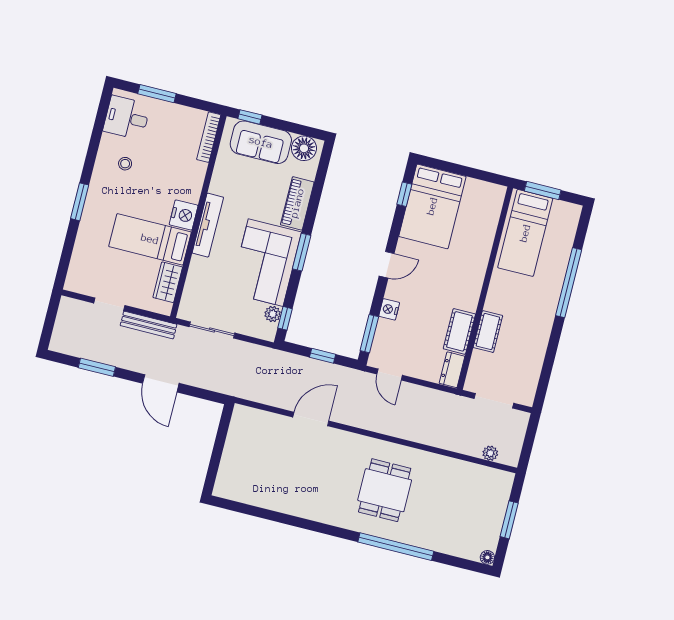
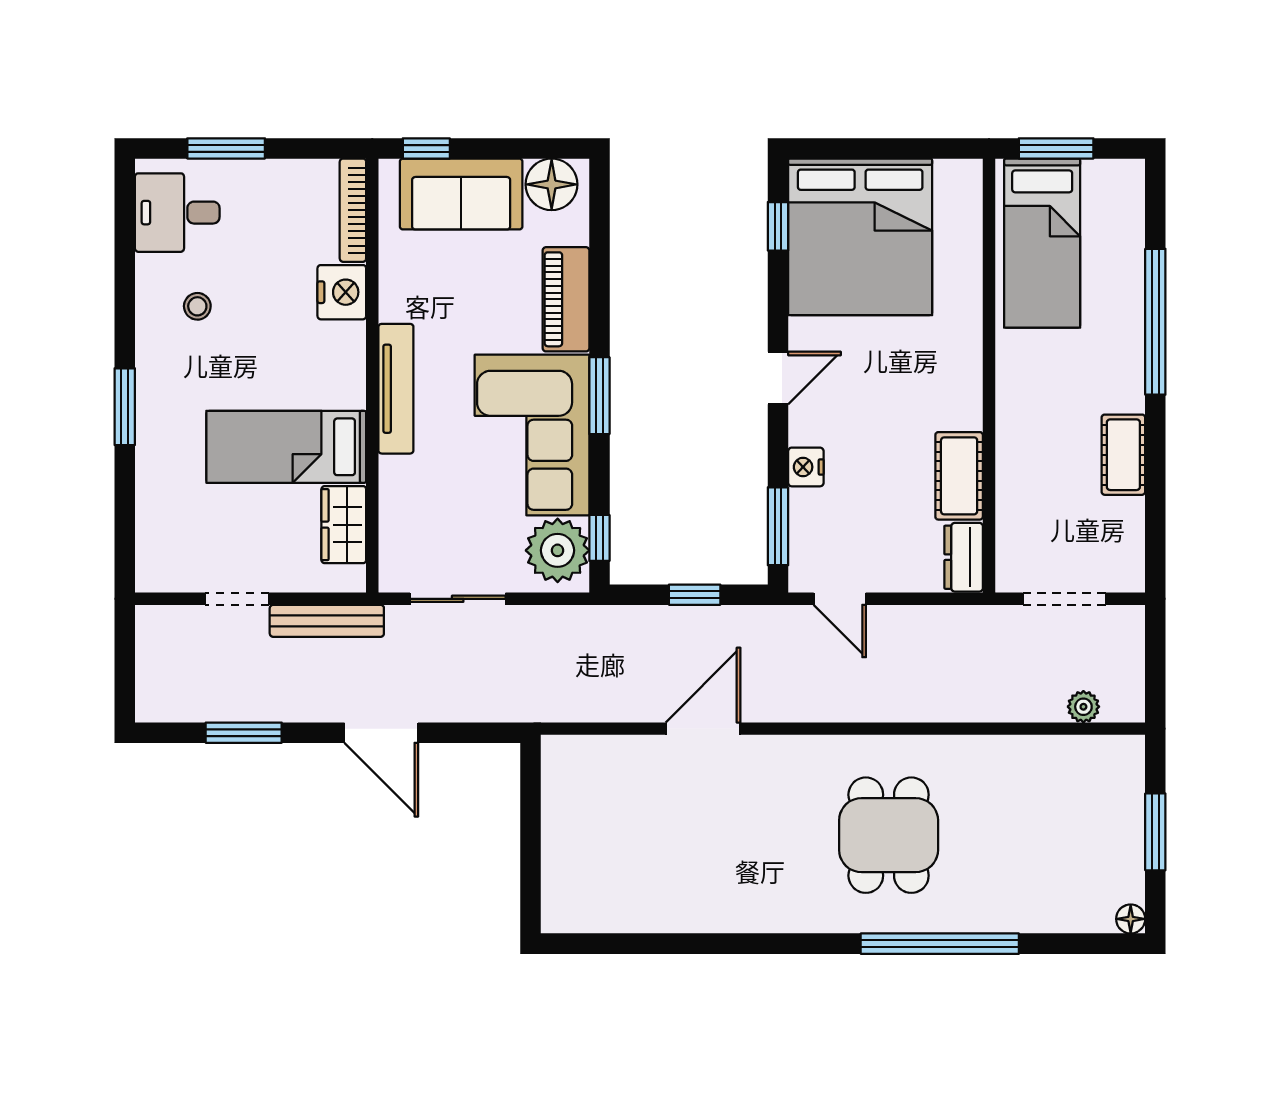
bed: (432, 206) -> (860, 237), width x1.36
nightstand: (184, 215) -> (342, 292), moved
plant: (273, 314) -> (558, 550), width x1.88, depth x1.88
cot: (488, 332) -> (1123, 455), moved

